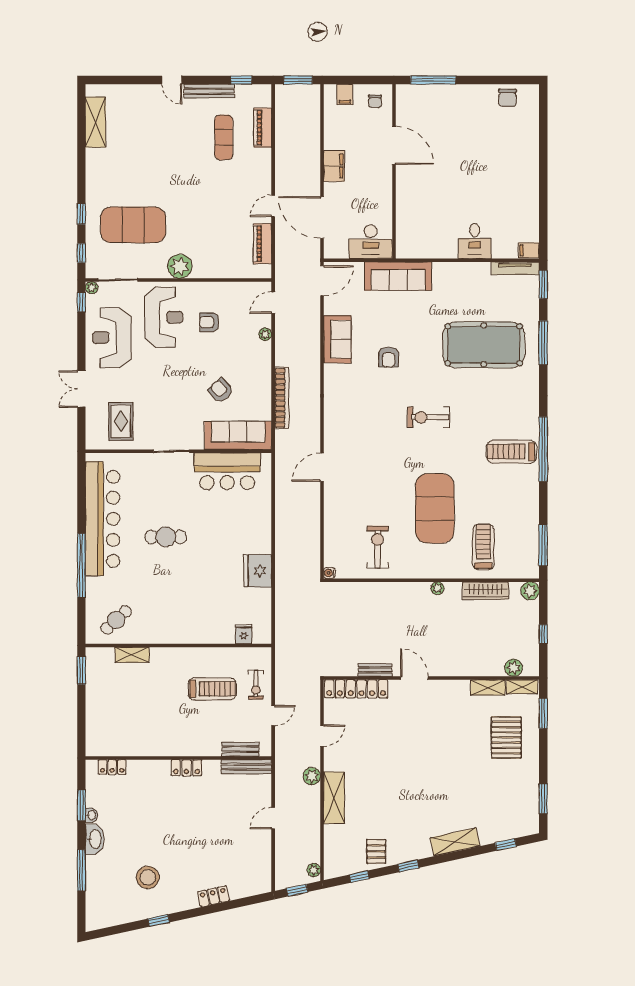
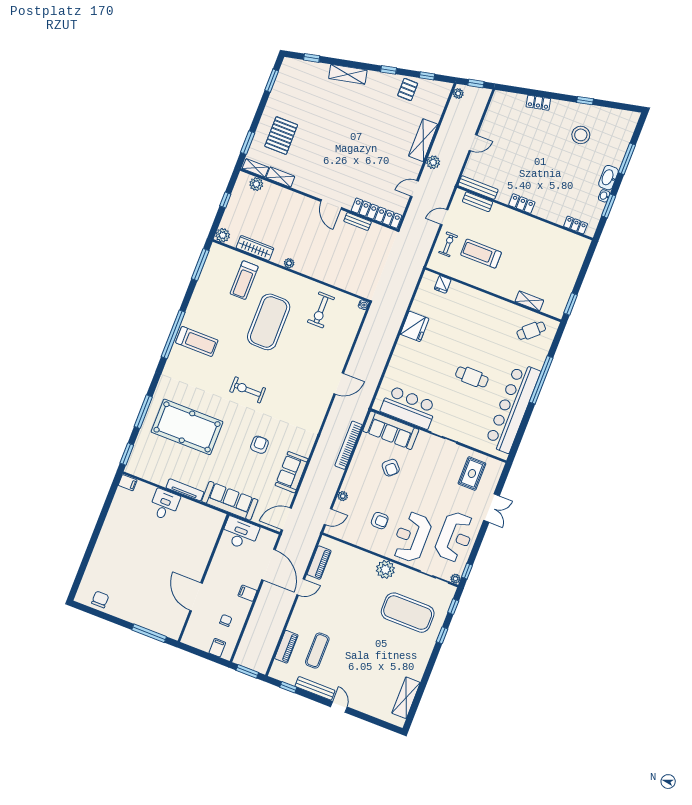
chair: (375, 101) -> (226, 620), moved
filing cabinet: (334, 166) -> (247, 593), width x0.50
tv unit: (515, 268) -> (185, 490), moved
exercise bike: (428, 417) -> (248, 390), turned 180

